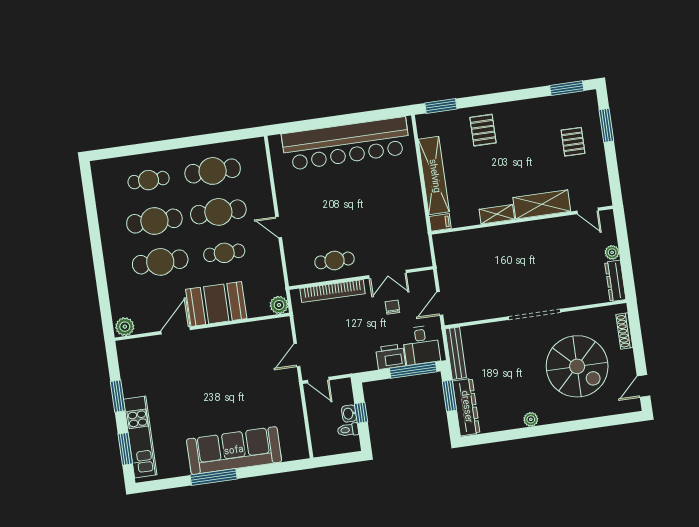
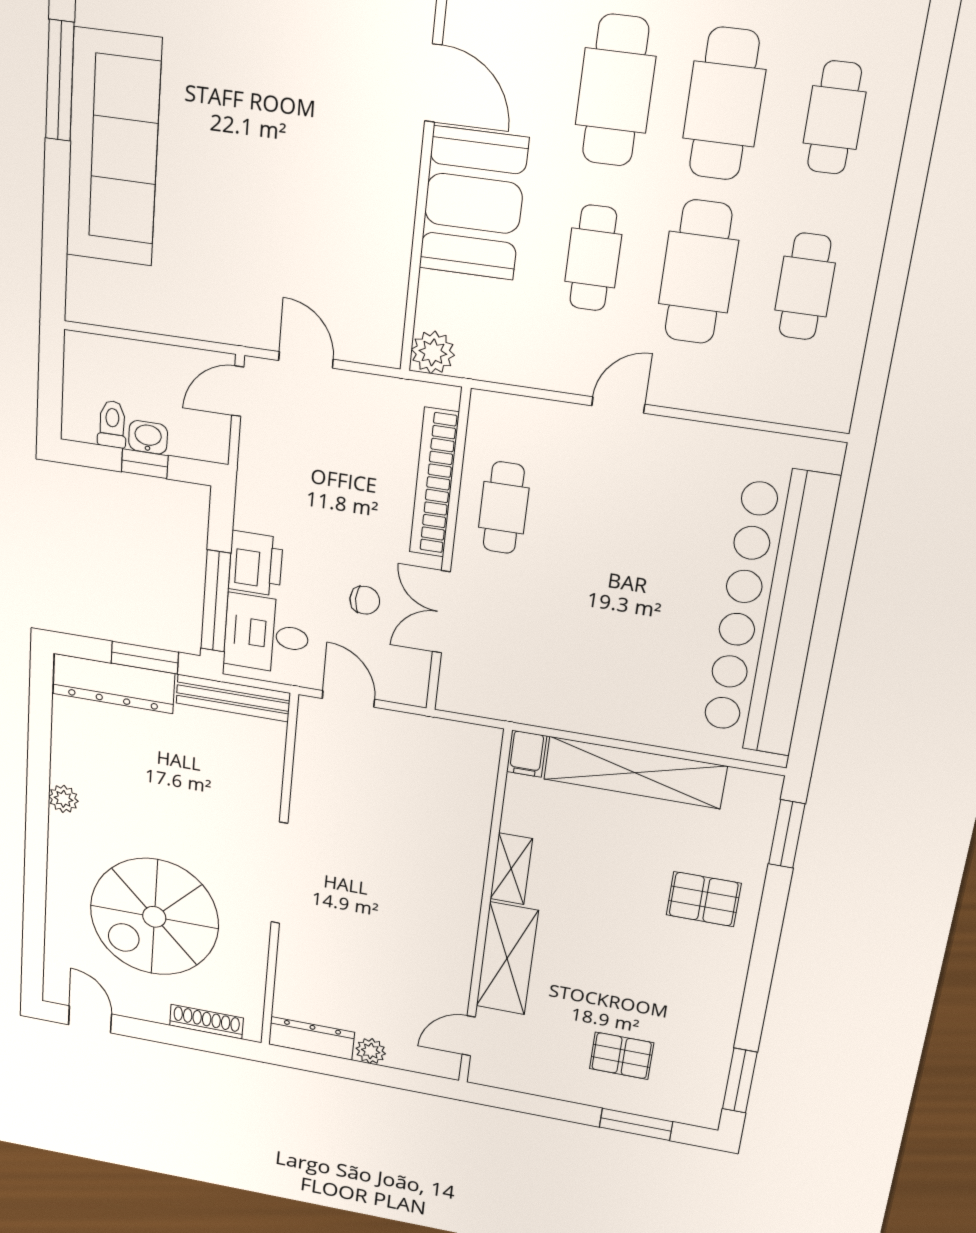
cafe table: (213, 171) -> (805, 287), width x0.73, depth x0.74

